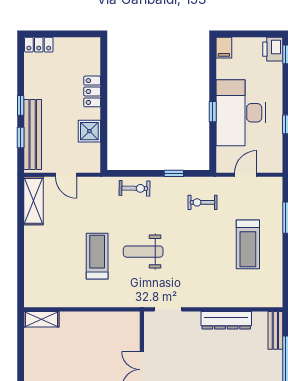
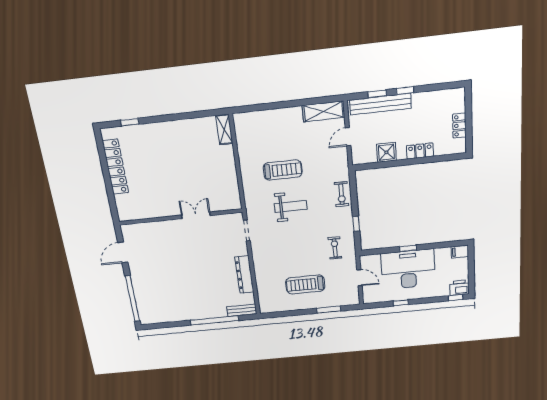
locker: (39, 45) -> (459, 126), moved
weight bench: (143, 252) -> (291, 206), turned 90

